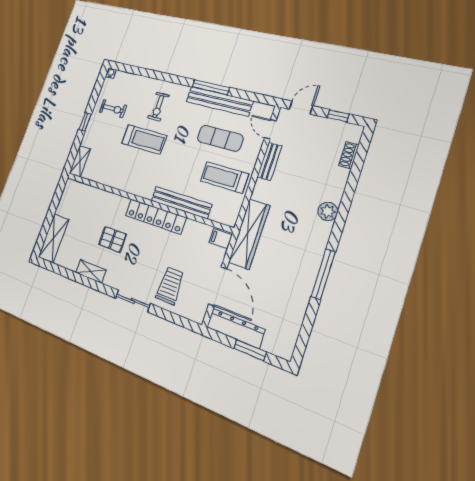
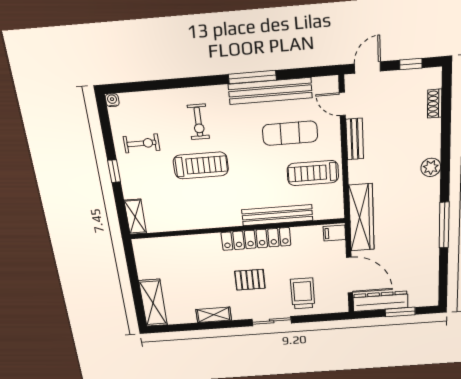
pallet: (113, 239) -> (250, 280), moved

